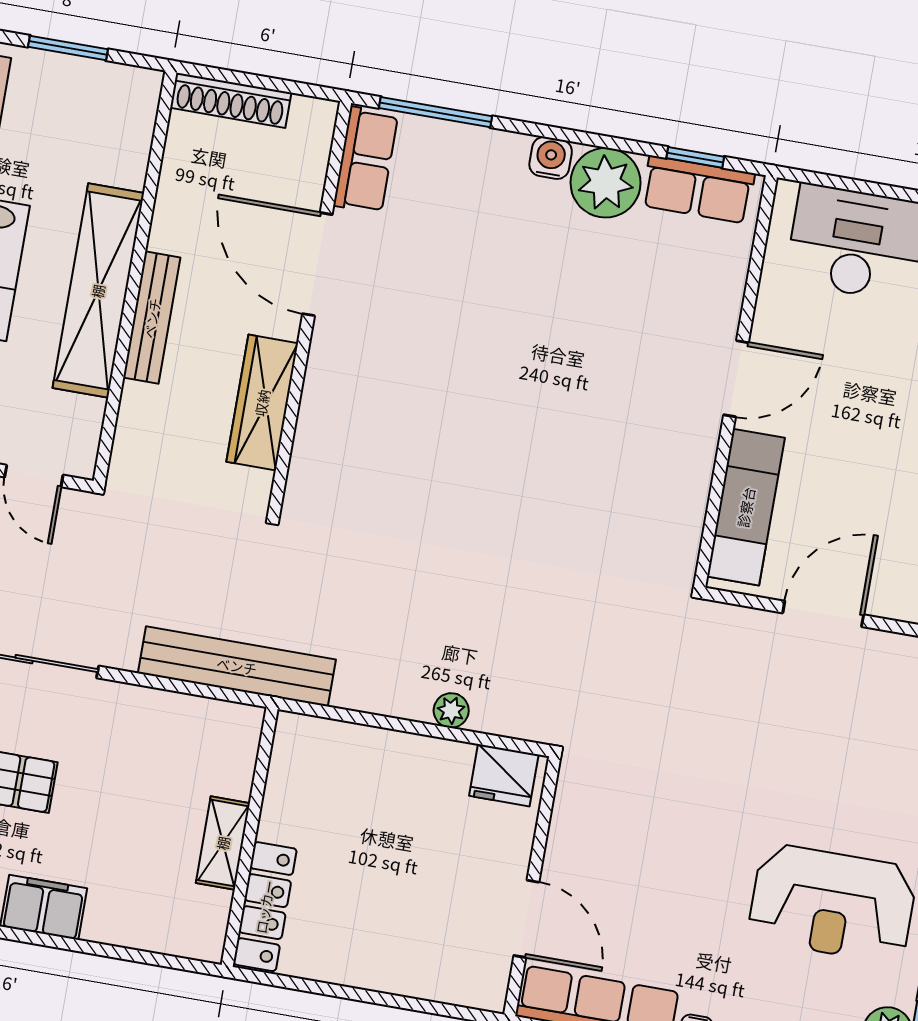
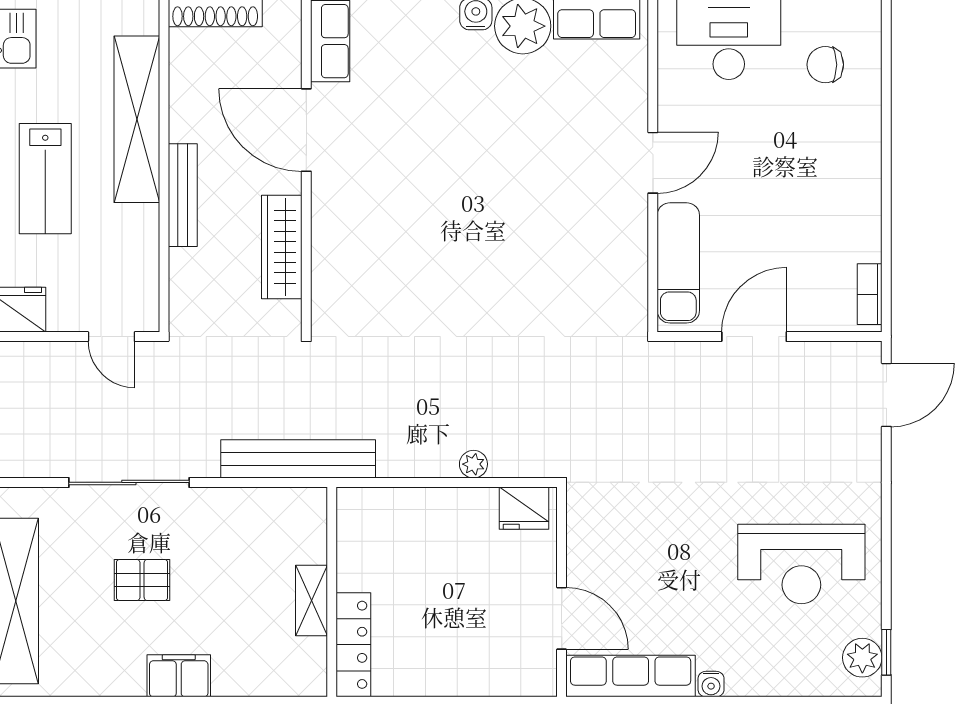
shelving: (98, 291) -> (137, 119), moved

